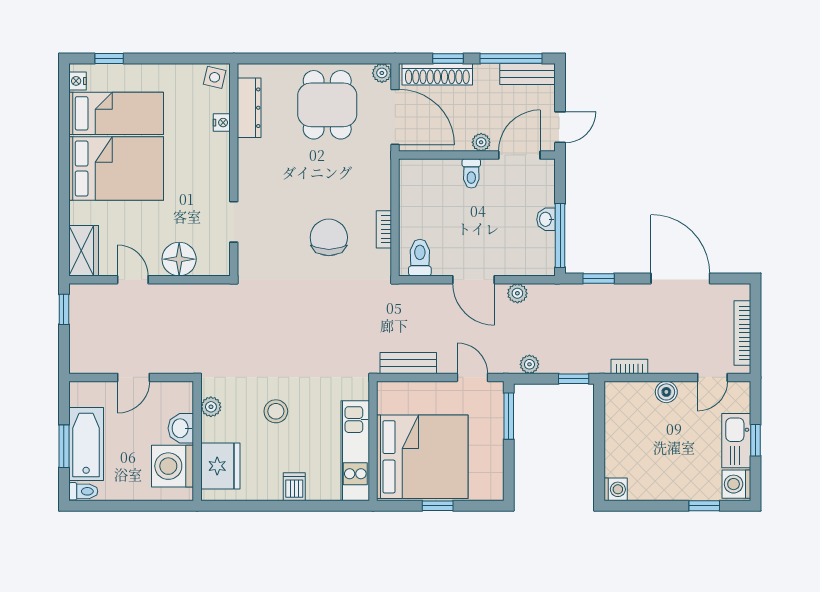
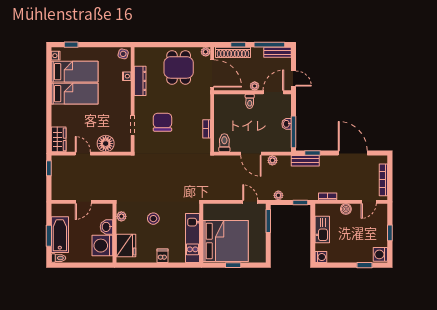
dresser: (249, 108) -> (140, 81), moved
door: (560, 127) -> (293, 78), hinge flipped
bed: (116, 169) -> (75, 94), width x0.67
chair: (329, 237) -> (162, 122), moved
bench: (408, 363) -> (305, 161), moved
kitchen sink: (736, 441) -> (322, 229), moved, turned 180

